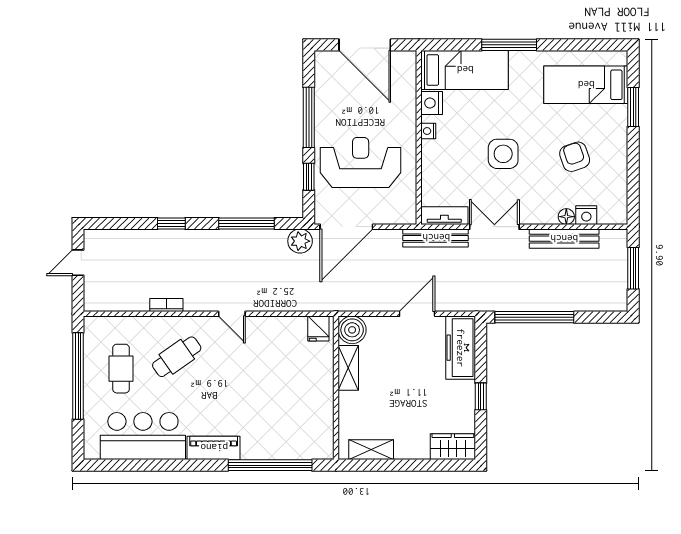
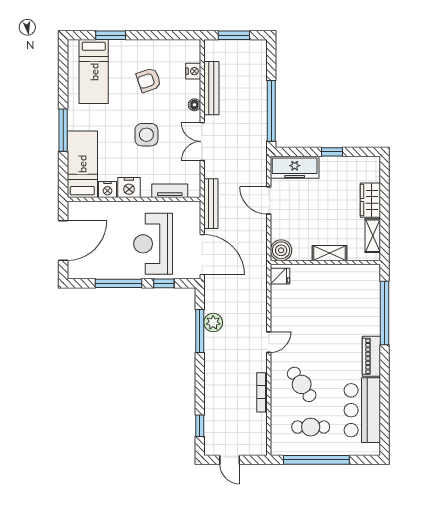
nightstand: (428, 131) -> (129, 188), width x1.89, depth x1.79
tv unit: (444, 216) -> (170, 191), moved, turned 90
floor lamp: (566, 217) -> (194, 105), moved
window: (171, 223) -> (200, 426), moved
bench: (436, 238) -> (211, 204), moved
plant: (300, 241) -> (213, 322), moved
bookcase: (166, 305) -> (262, 392), width x1.56
shelving: (348, 368) -> (329, 253), moved
wardrobe: (453, 447) -> (370, 200), moved

